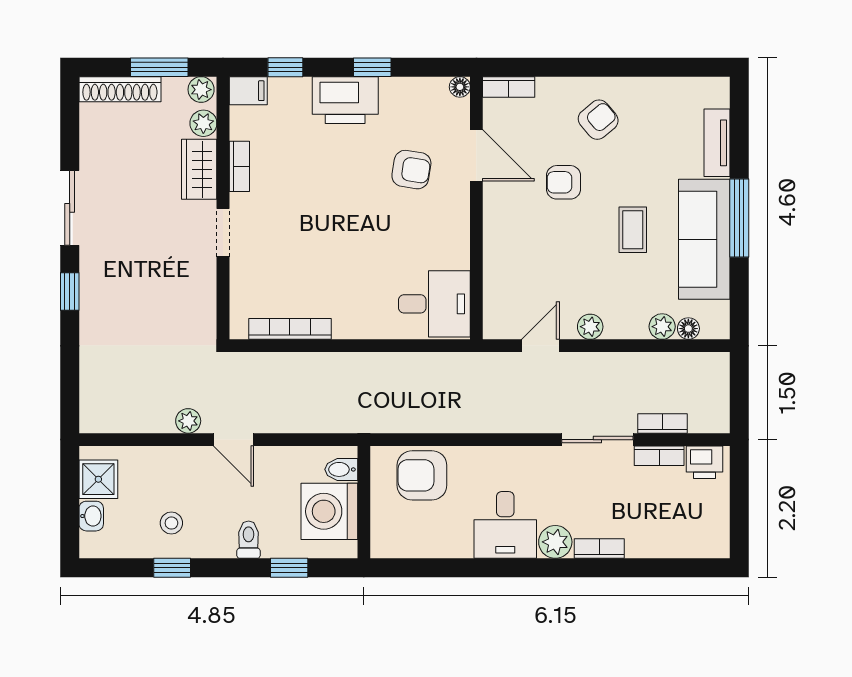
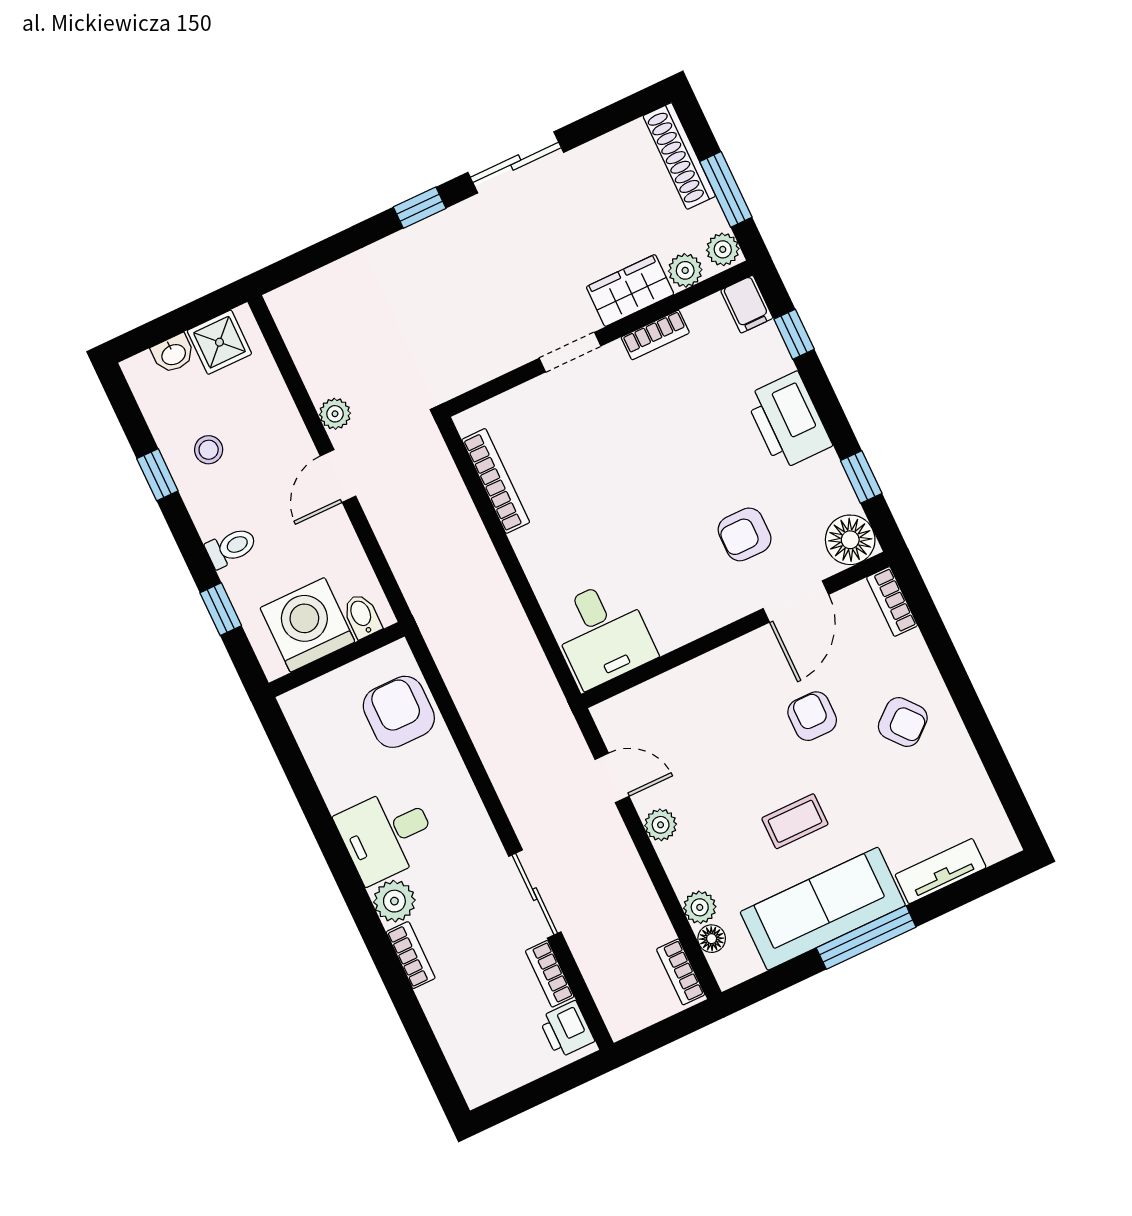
window: (372, 67) -> (861, 477), moved
floor lamp: (460, 87) -> (850, 540), width x1.89, depth x1.89
armchair: (411, 170) -> (745, 534), turned 81
bookcase: (663, 423) -> (681, 972), moved, turned 180

